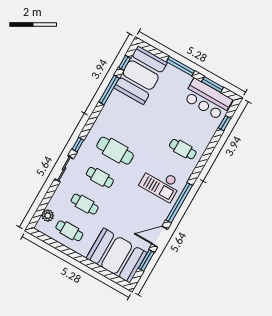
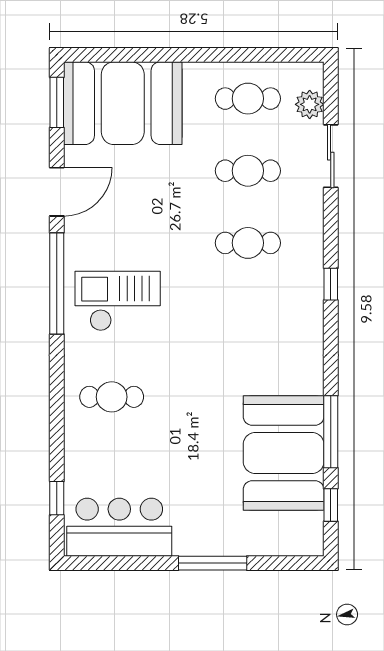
booth: (141, 75) -> (284, 453), moved
window: (213, 85) -> (126, 563), removed
cafe table: (115, 151) -> (248, 315), removed
sliding door: (64, 169) -> (331, 156), moved
window: (146, 260) -> (57, 102), moved

